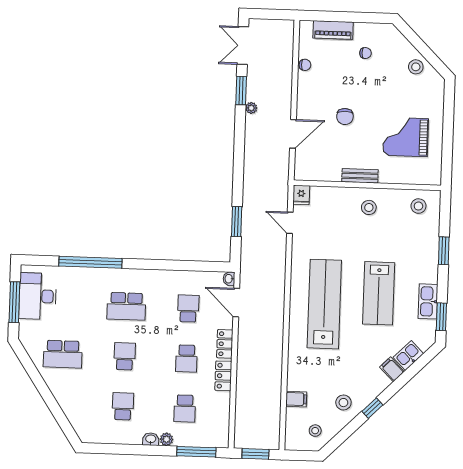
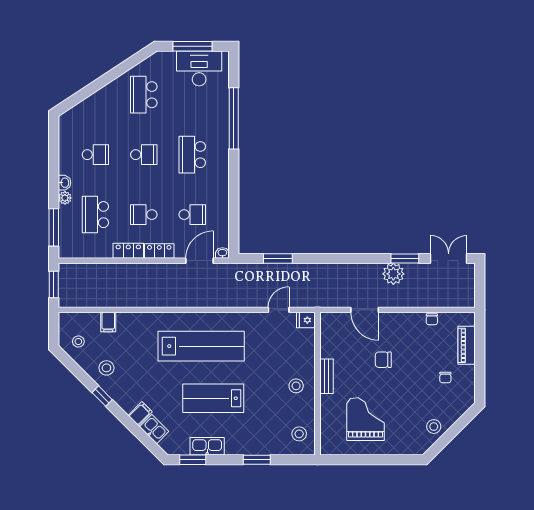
plant: (251, 108) -> (393, 274), width x1.88, depth x1.88
school desk: (185, 408) -> (95, 215), width x1.85

